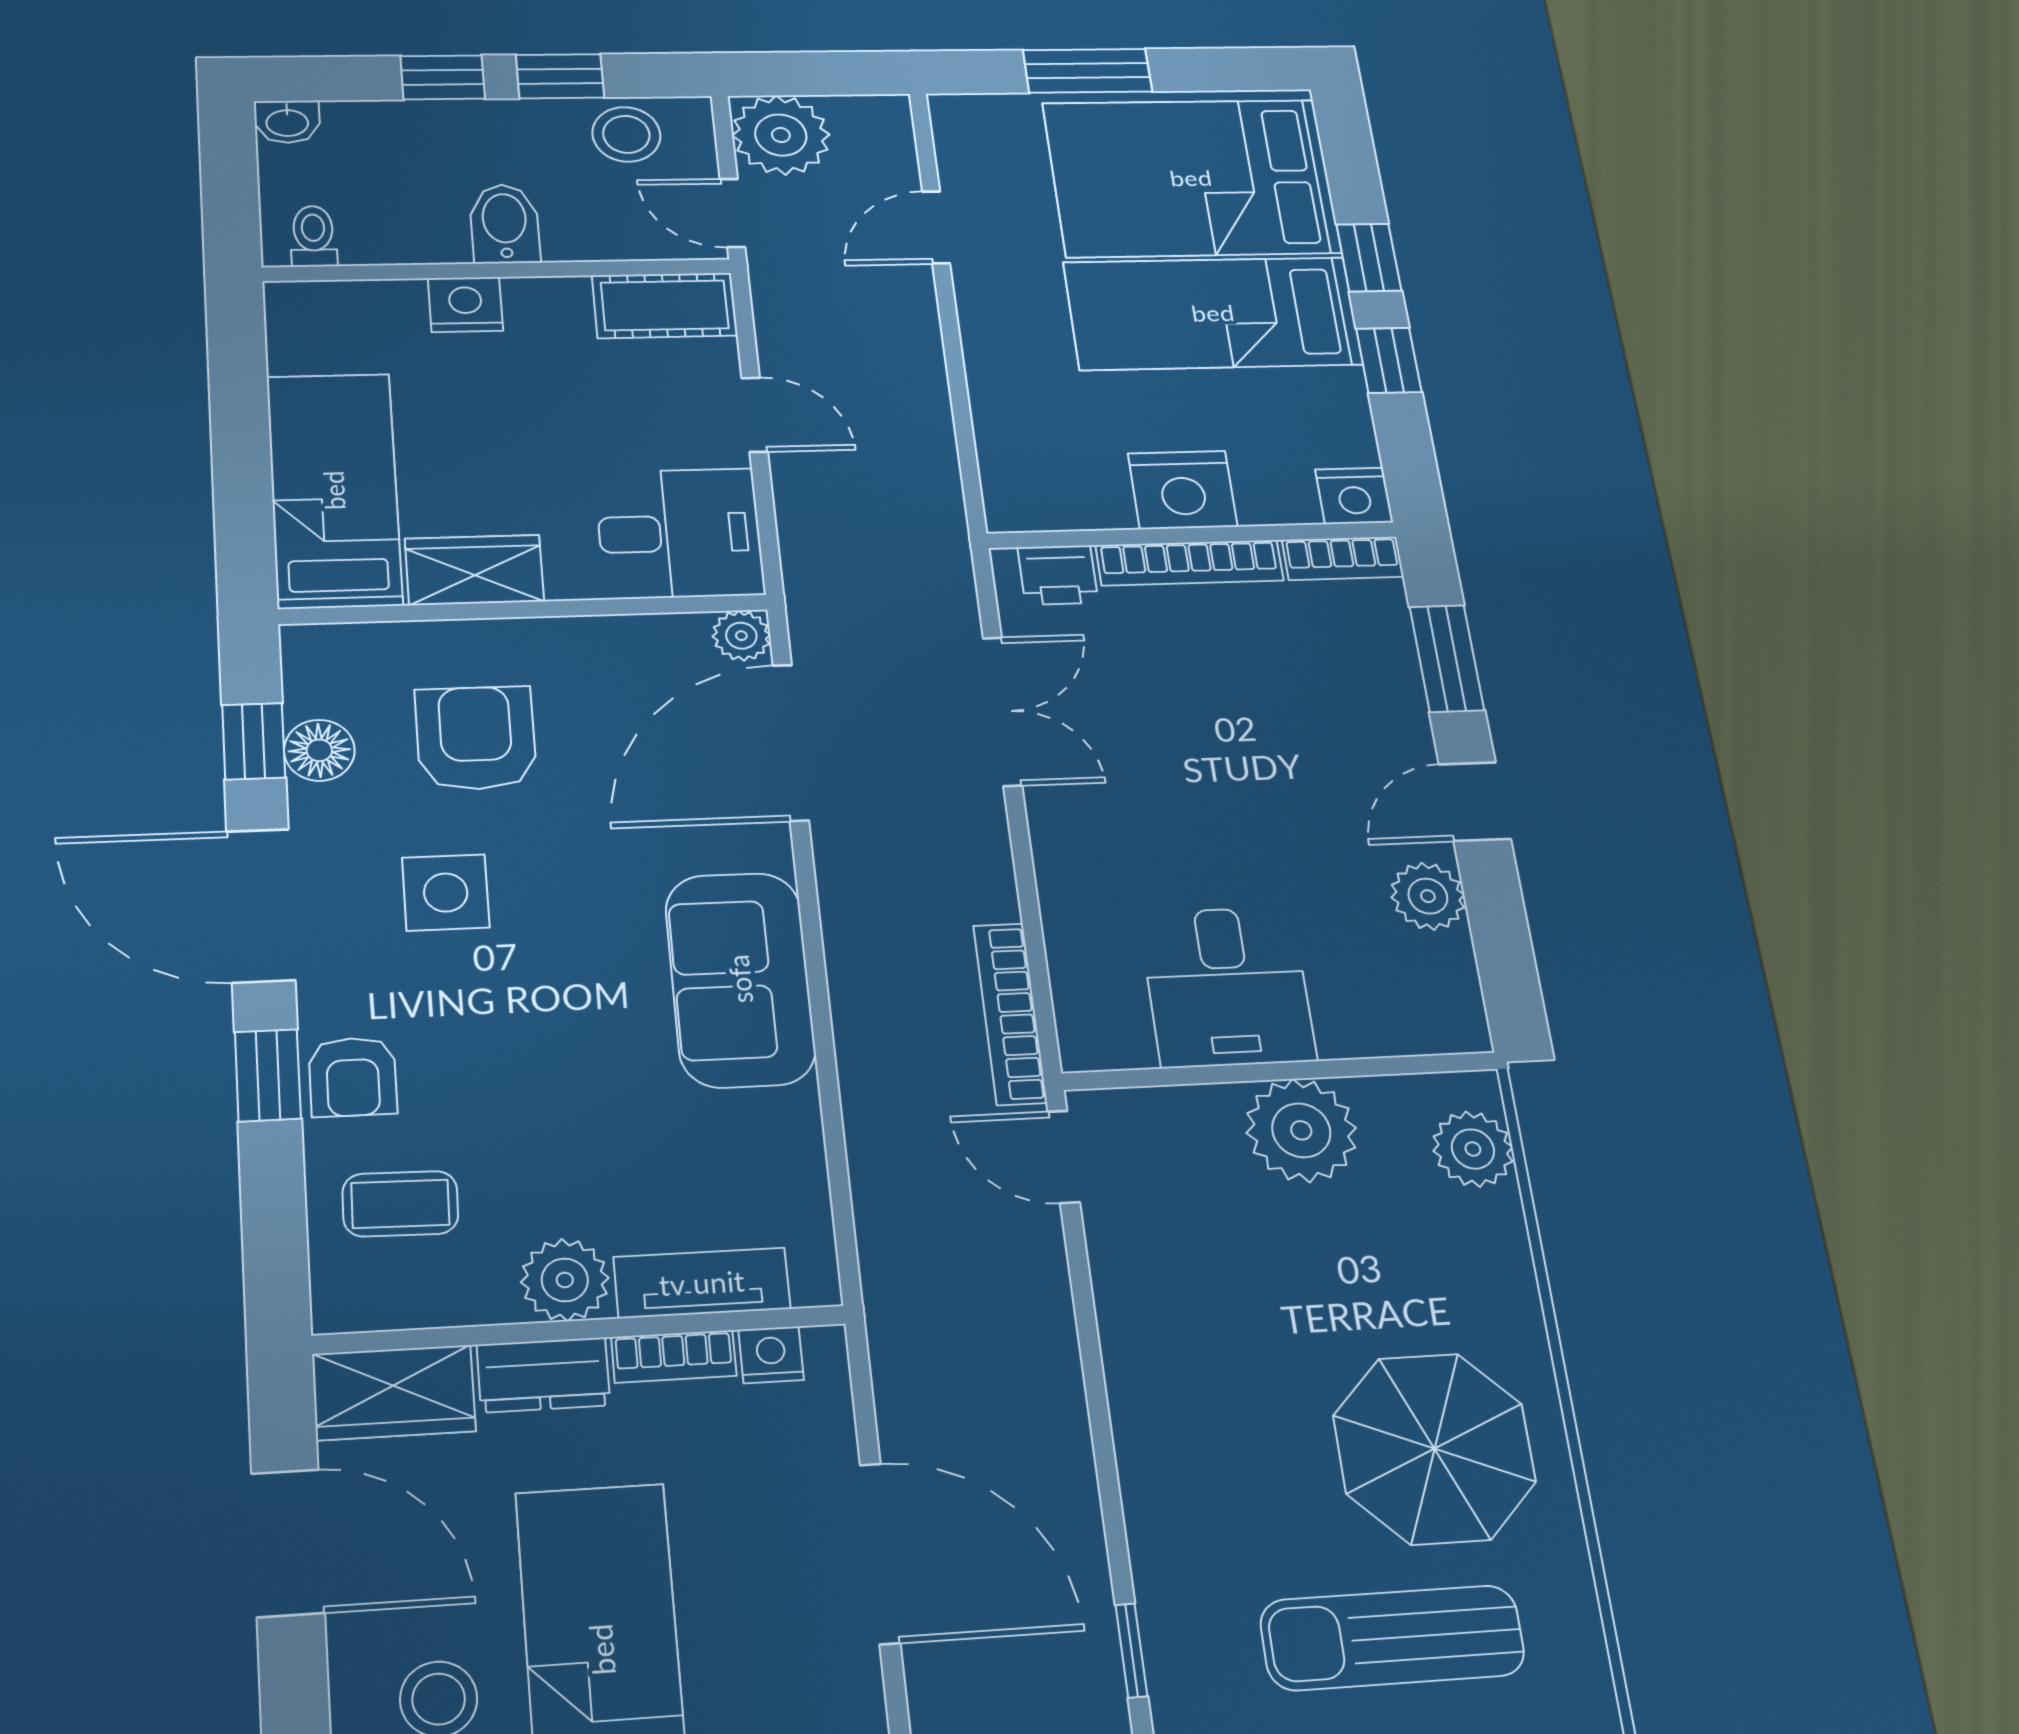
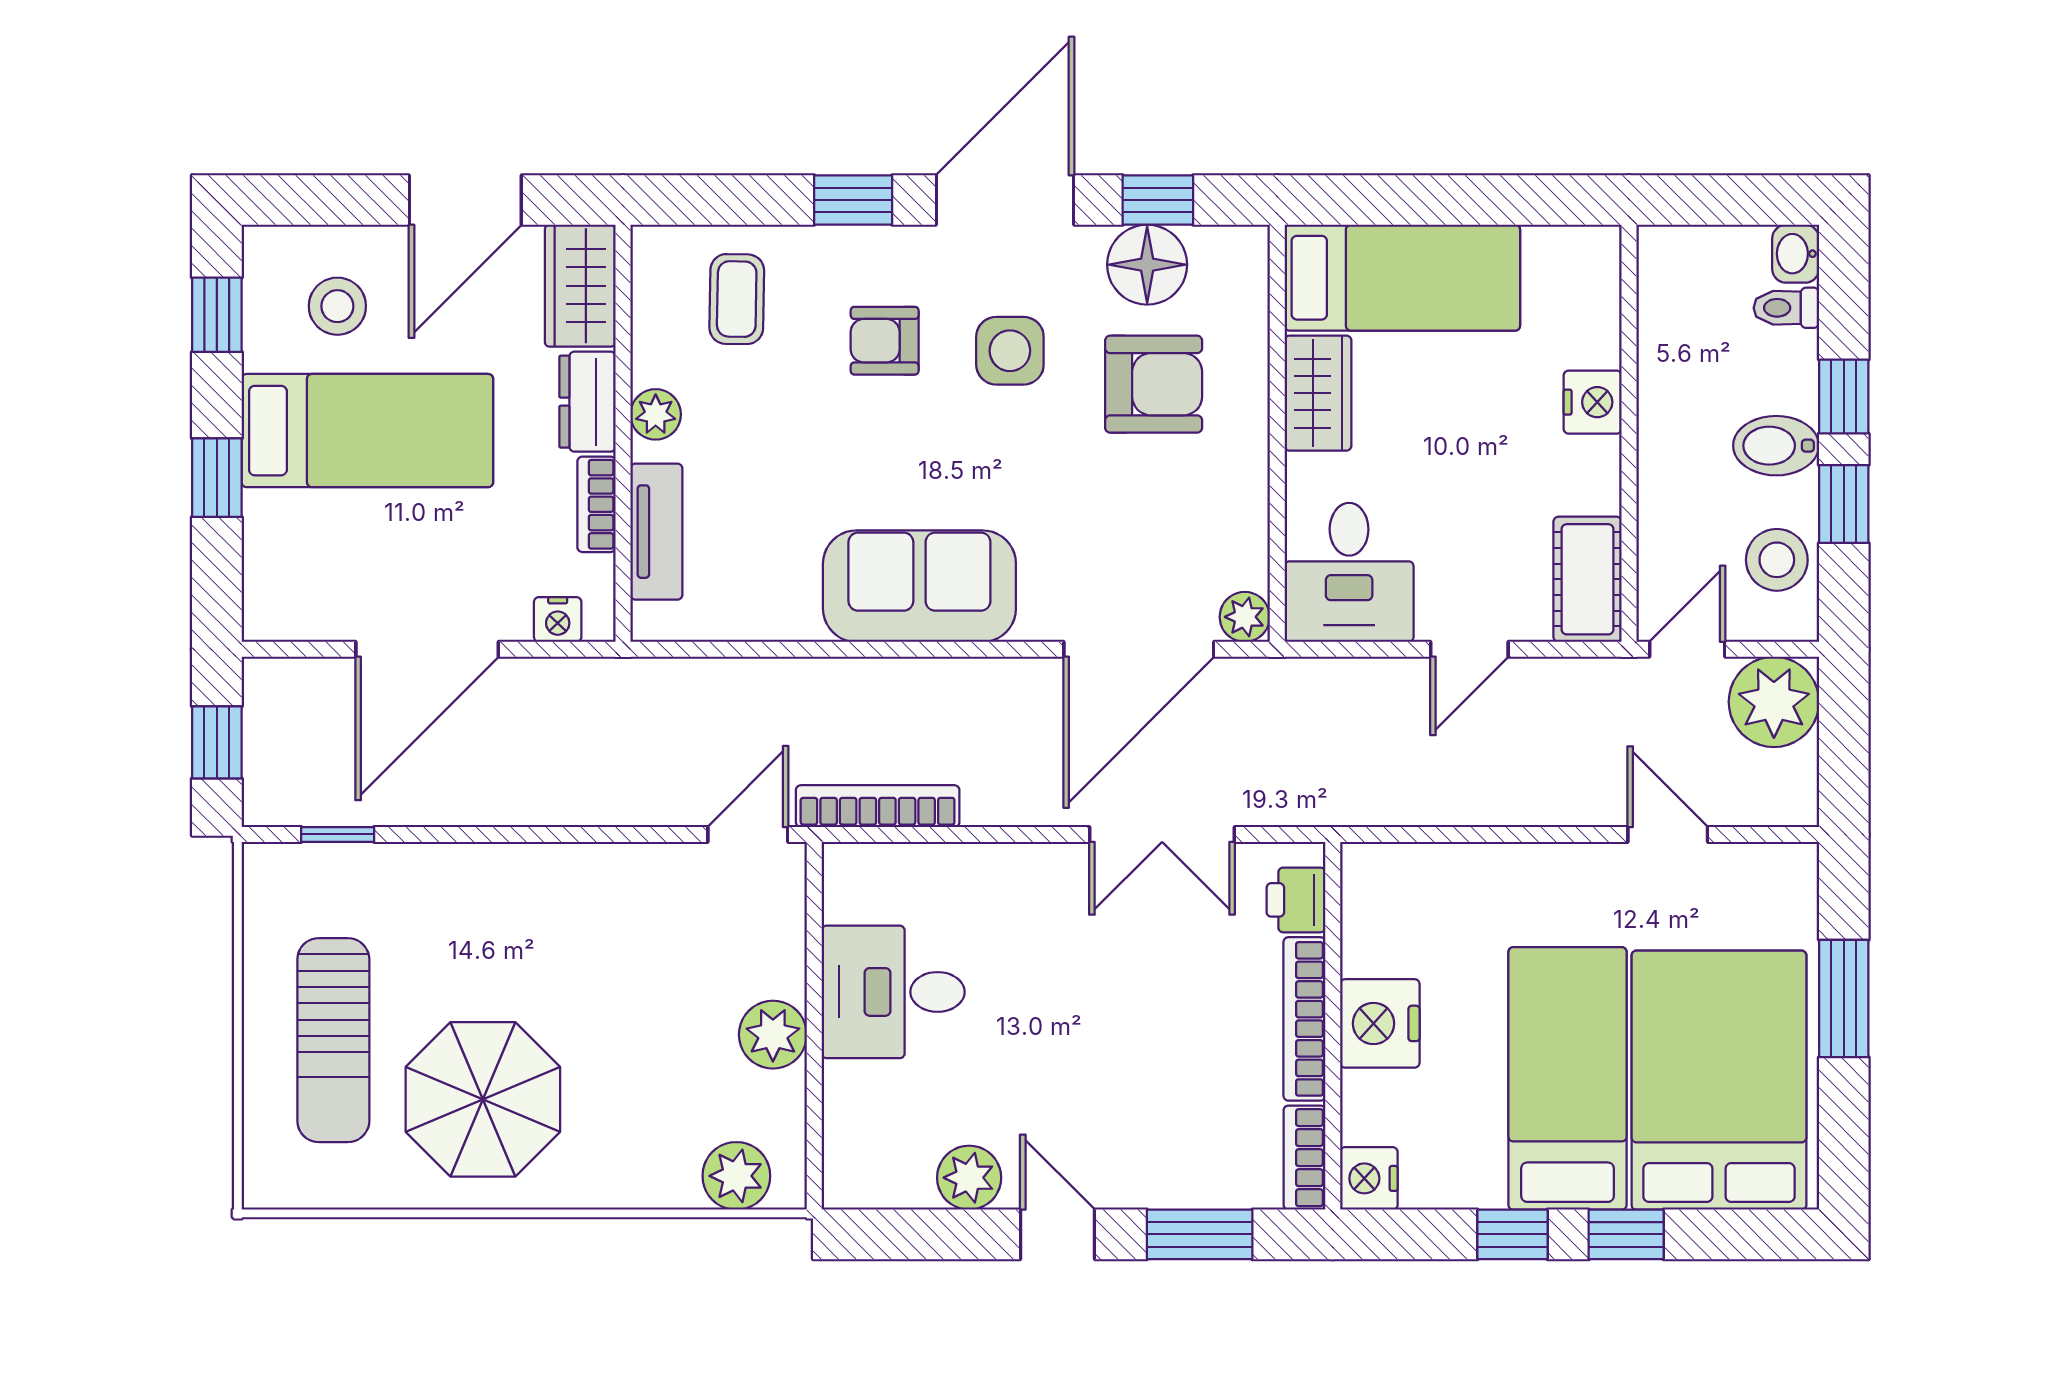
bidet: (505, 224) -> (1776, 446), moved, turned 180
toilet: (313, 236) -> (1786, 308), moved, turned 180
door: (791, 742) -> (1139, 649), swing flipped
floor lamp: (319, 750) -> (1147, 265), width x1.38, depth x1.38
armchair: (353, 1077) -> (885, 341), moved
plant: (1301, 1130) -> (773, 1035), width x0.73, depth x0.73
plant: (565, 1280) -> (656, 414), width x0.73, depth x0.73
nightstand: (771, 1355) -> (558, 620), moved, turned 90
sun lounger: (1393, 1638) -> (333, 1040), turned 180

